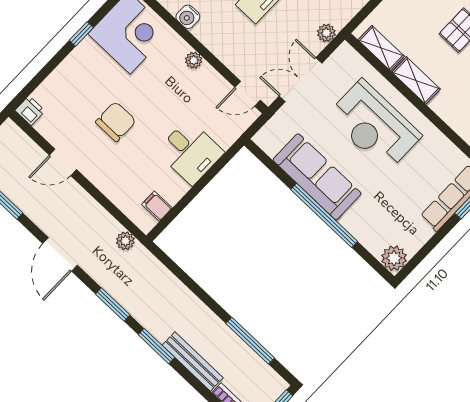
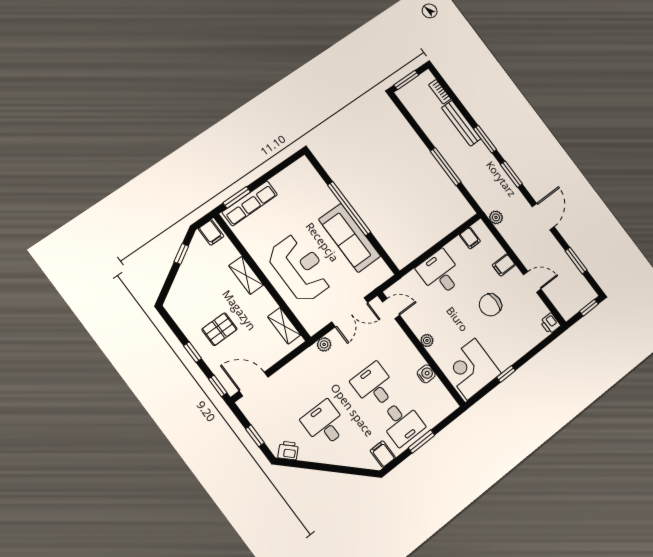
shelving: (416, 81) -> (246, 275), moved
filing cabinet: (105, 178) -> (504, 265), added
plant: (394, 258) -> (303, 168), removed
window: (250, 341) -> (446, 167), moved

